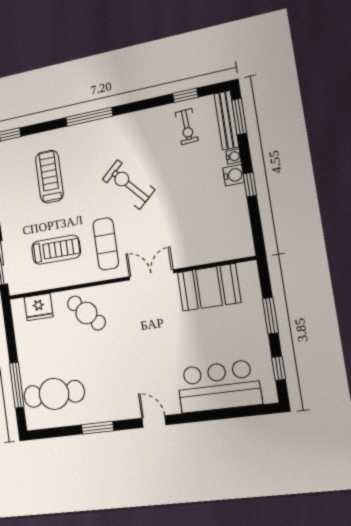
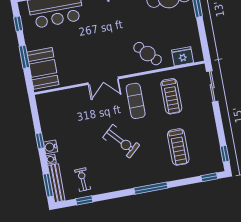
treadmill: (56, 250) -> (171, 96), turned -90
booth: (209, 287) -> (43, 68), moved, turned 90

